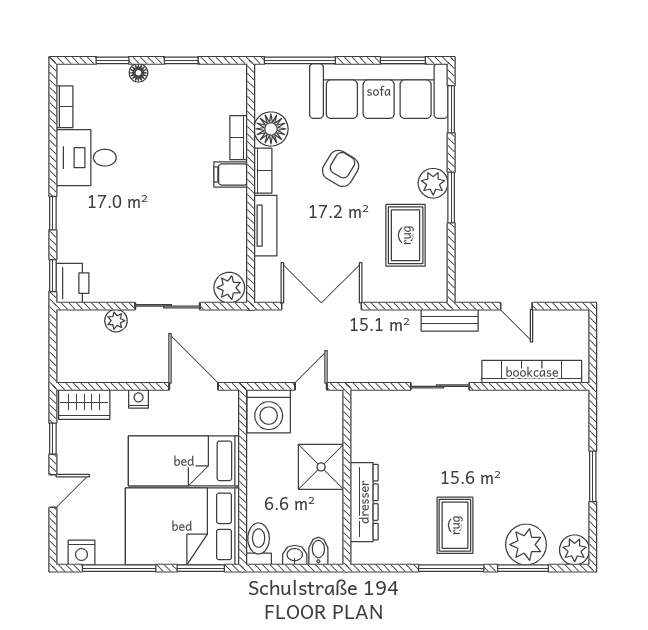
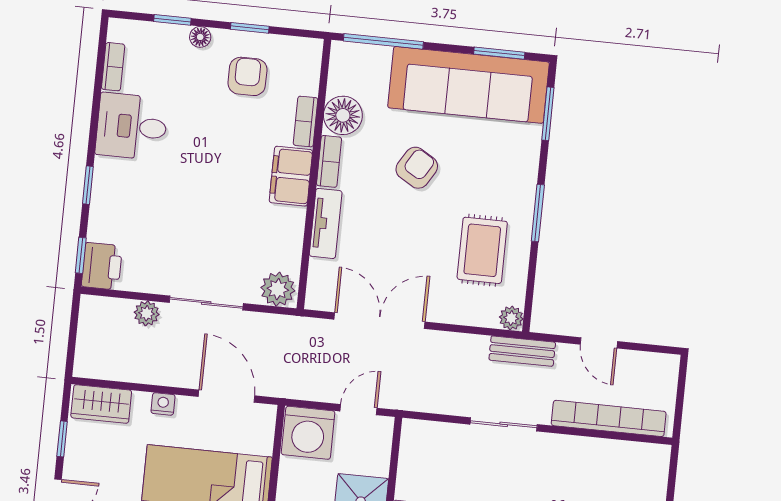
armchair: (184, 103) -> (247, 76), added
filing cabinet: (231, 174) -> (291, 176), width x2.00
plant: (433, 183) -> (511, 318), moved, width x0.73, depth x0.73

